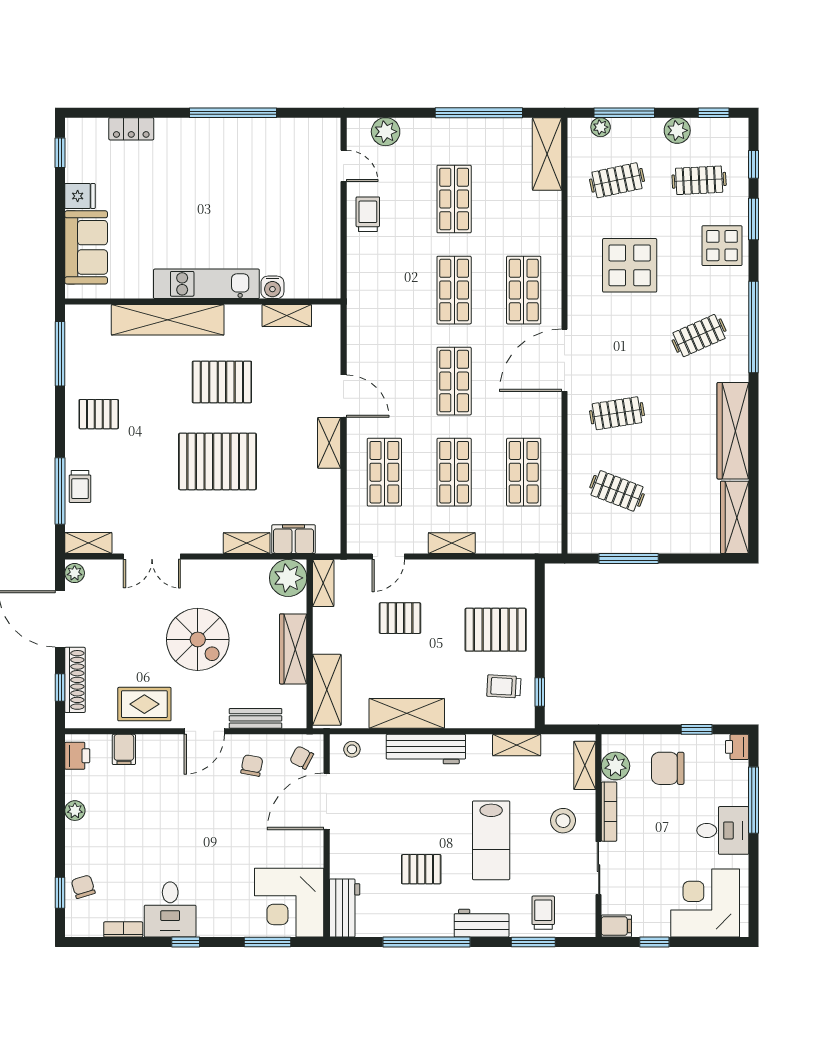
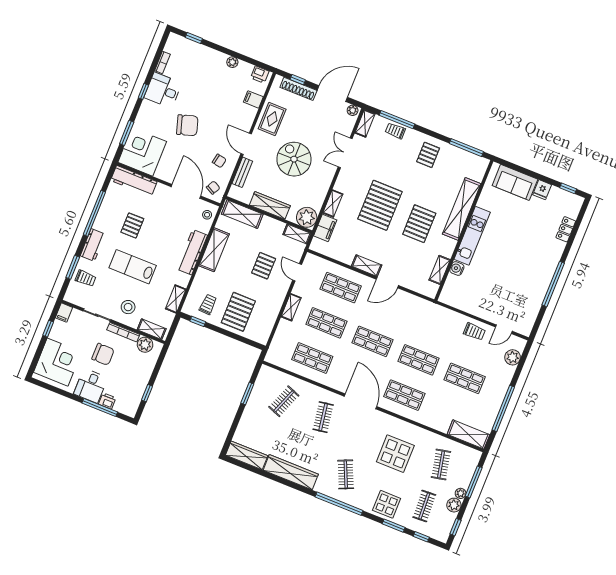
plant: (601, 127) -> (461, 493), moved
window: (629, 558) -> (247, 394), width x0.69
spiral stairs: (198, 639) -> (294, 159), turned 90
printer: (737, 747) -> (107, 401), moved
chair: (668, 768) -> (103, 354), moved, turned 90
chair: (83, 887) -> (187, 125), moved, width x1.87, depth x1.87
workbench: (345, 908) -> (134, 181), width x1.38

